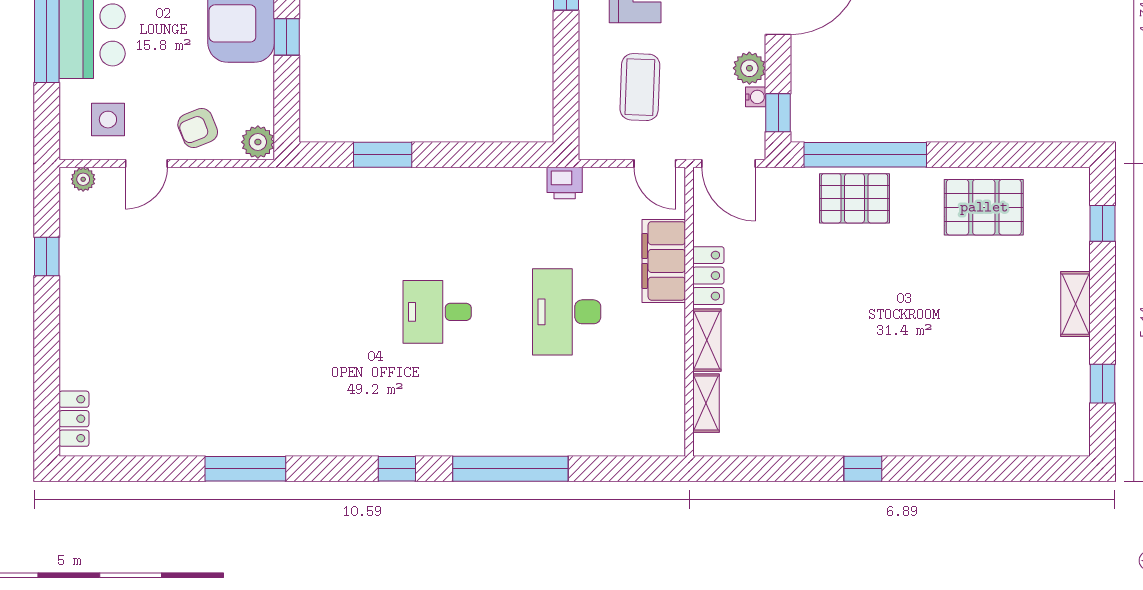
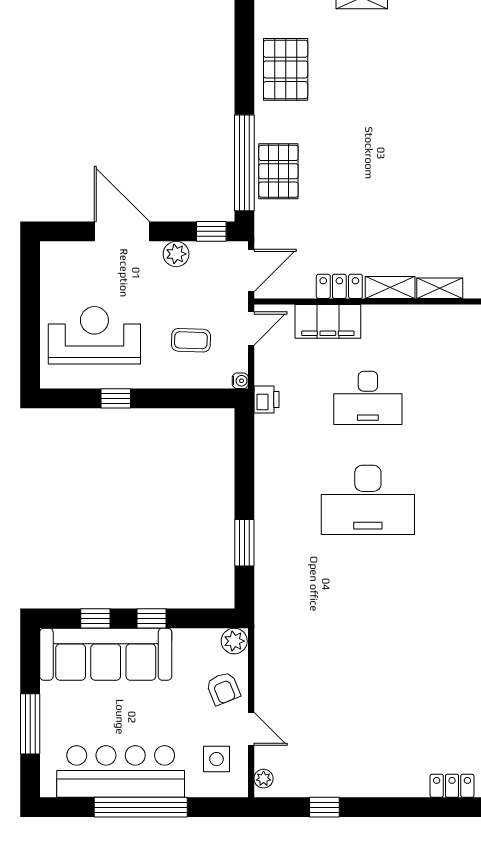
coffee table: (640, 87) -> (191, 340), width x0.73, depth x0.77
water cooler: (756, 97) -> (240, 381), moved, turned 90
desk: (437, 312) -> (368, 500), width x1.87, depth x1.30

